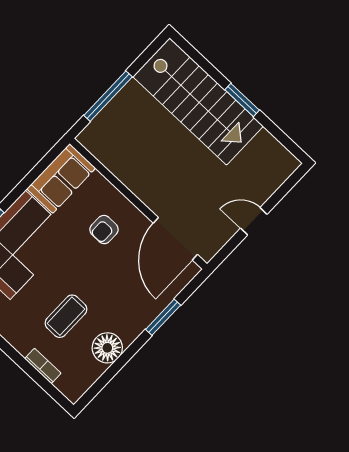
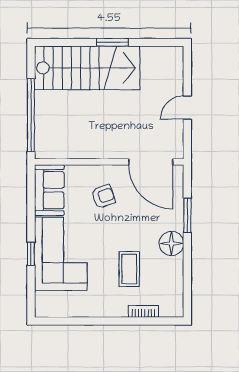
window: (108, 96) -> (31, 115), width x1.46
armchair: (104, 230) -> (103, 196), turned -110
floor lamp: (107, 348) -> (171, 243), moved

